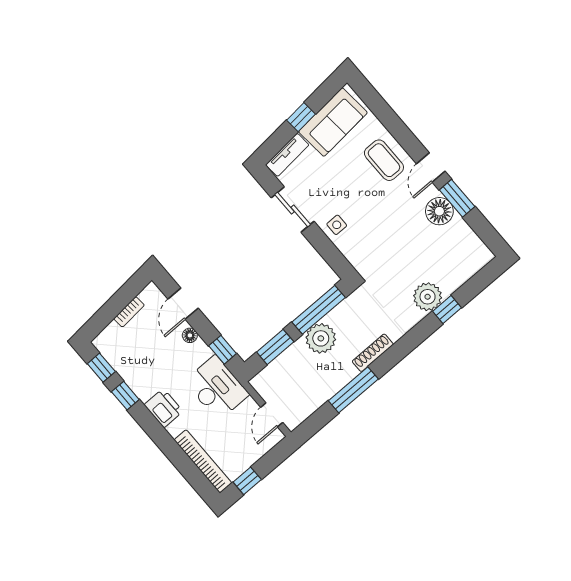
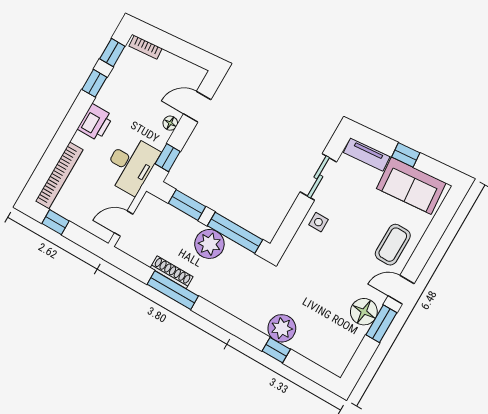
bookcase: (129, 312) -> (146, 47), moved
shoe rack: (373, 353) -> (172, 272), moved

